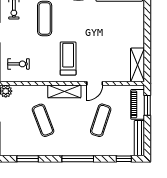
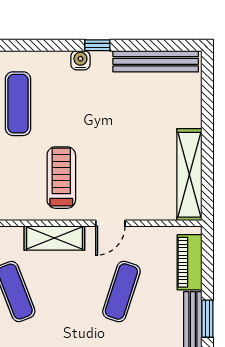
shelving: (138, 65) -> (189, 175), width x1.47
window: (147, 105) -> (207, 319), moved

